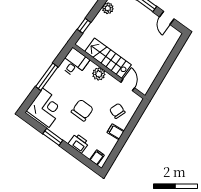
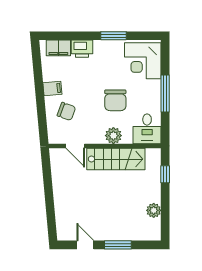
chair: (82, 110) -> (115, 100), moved
filing cabinet: (97, 157) -> (58, 48), width x2.00

